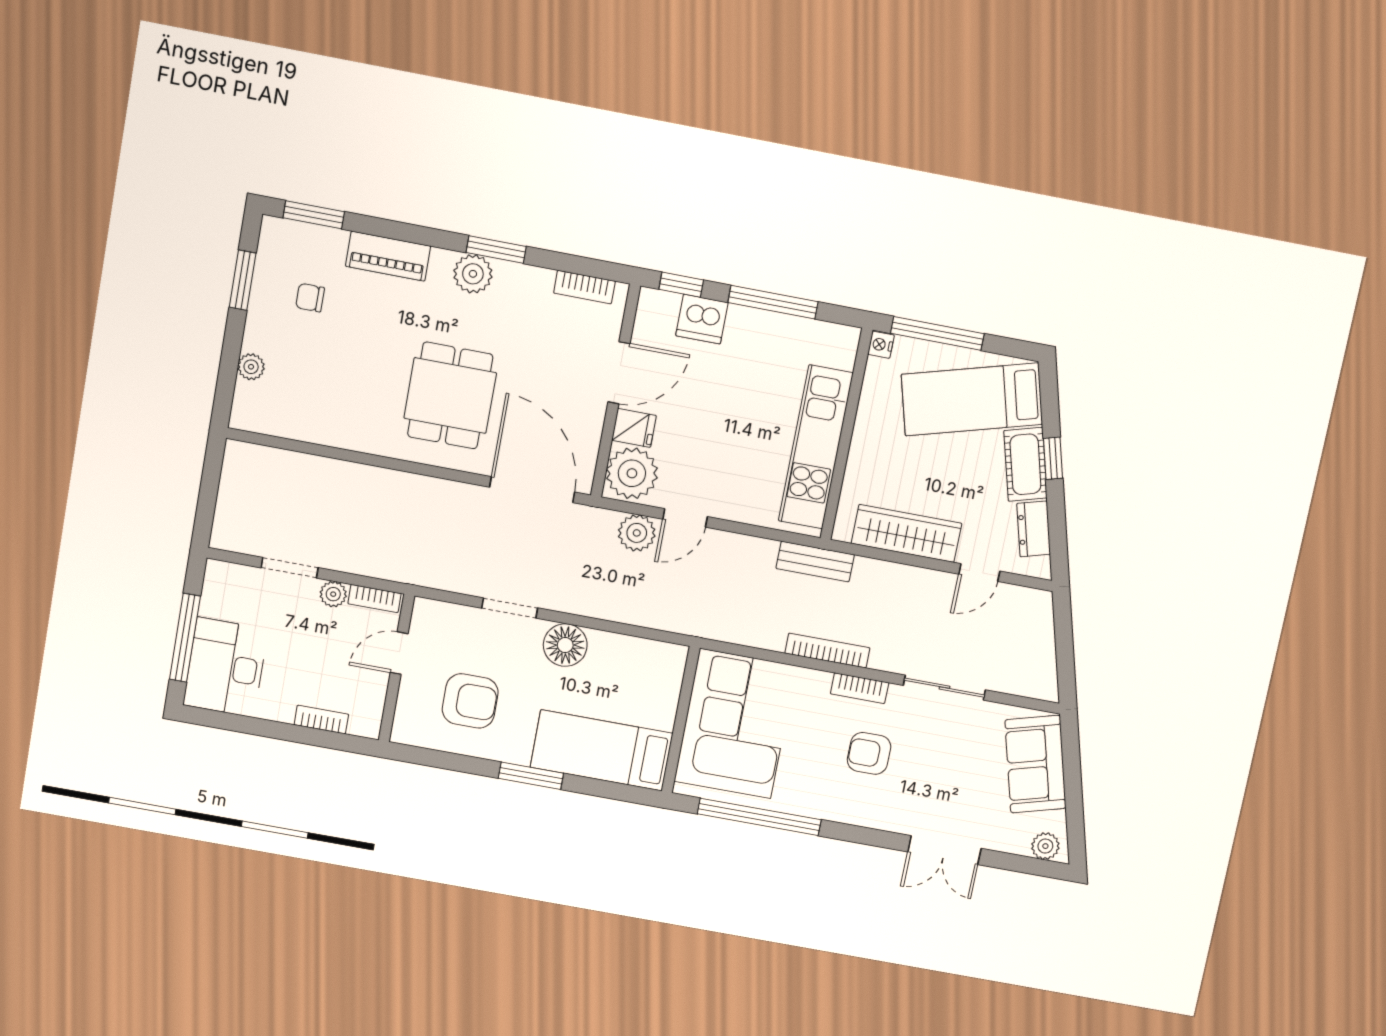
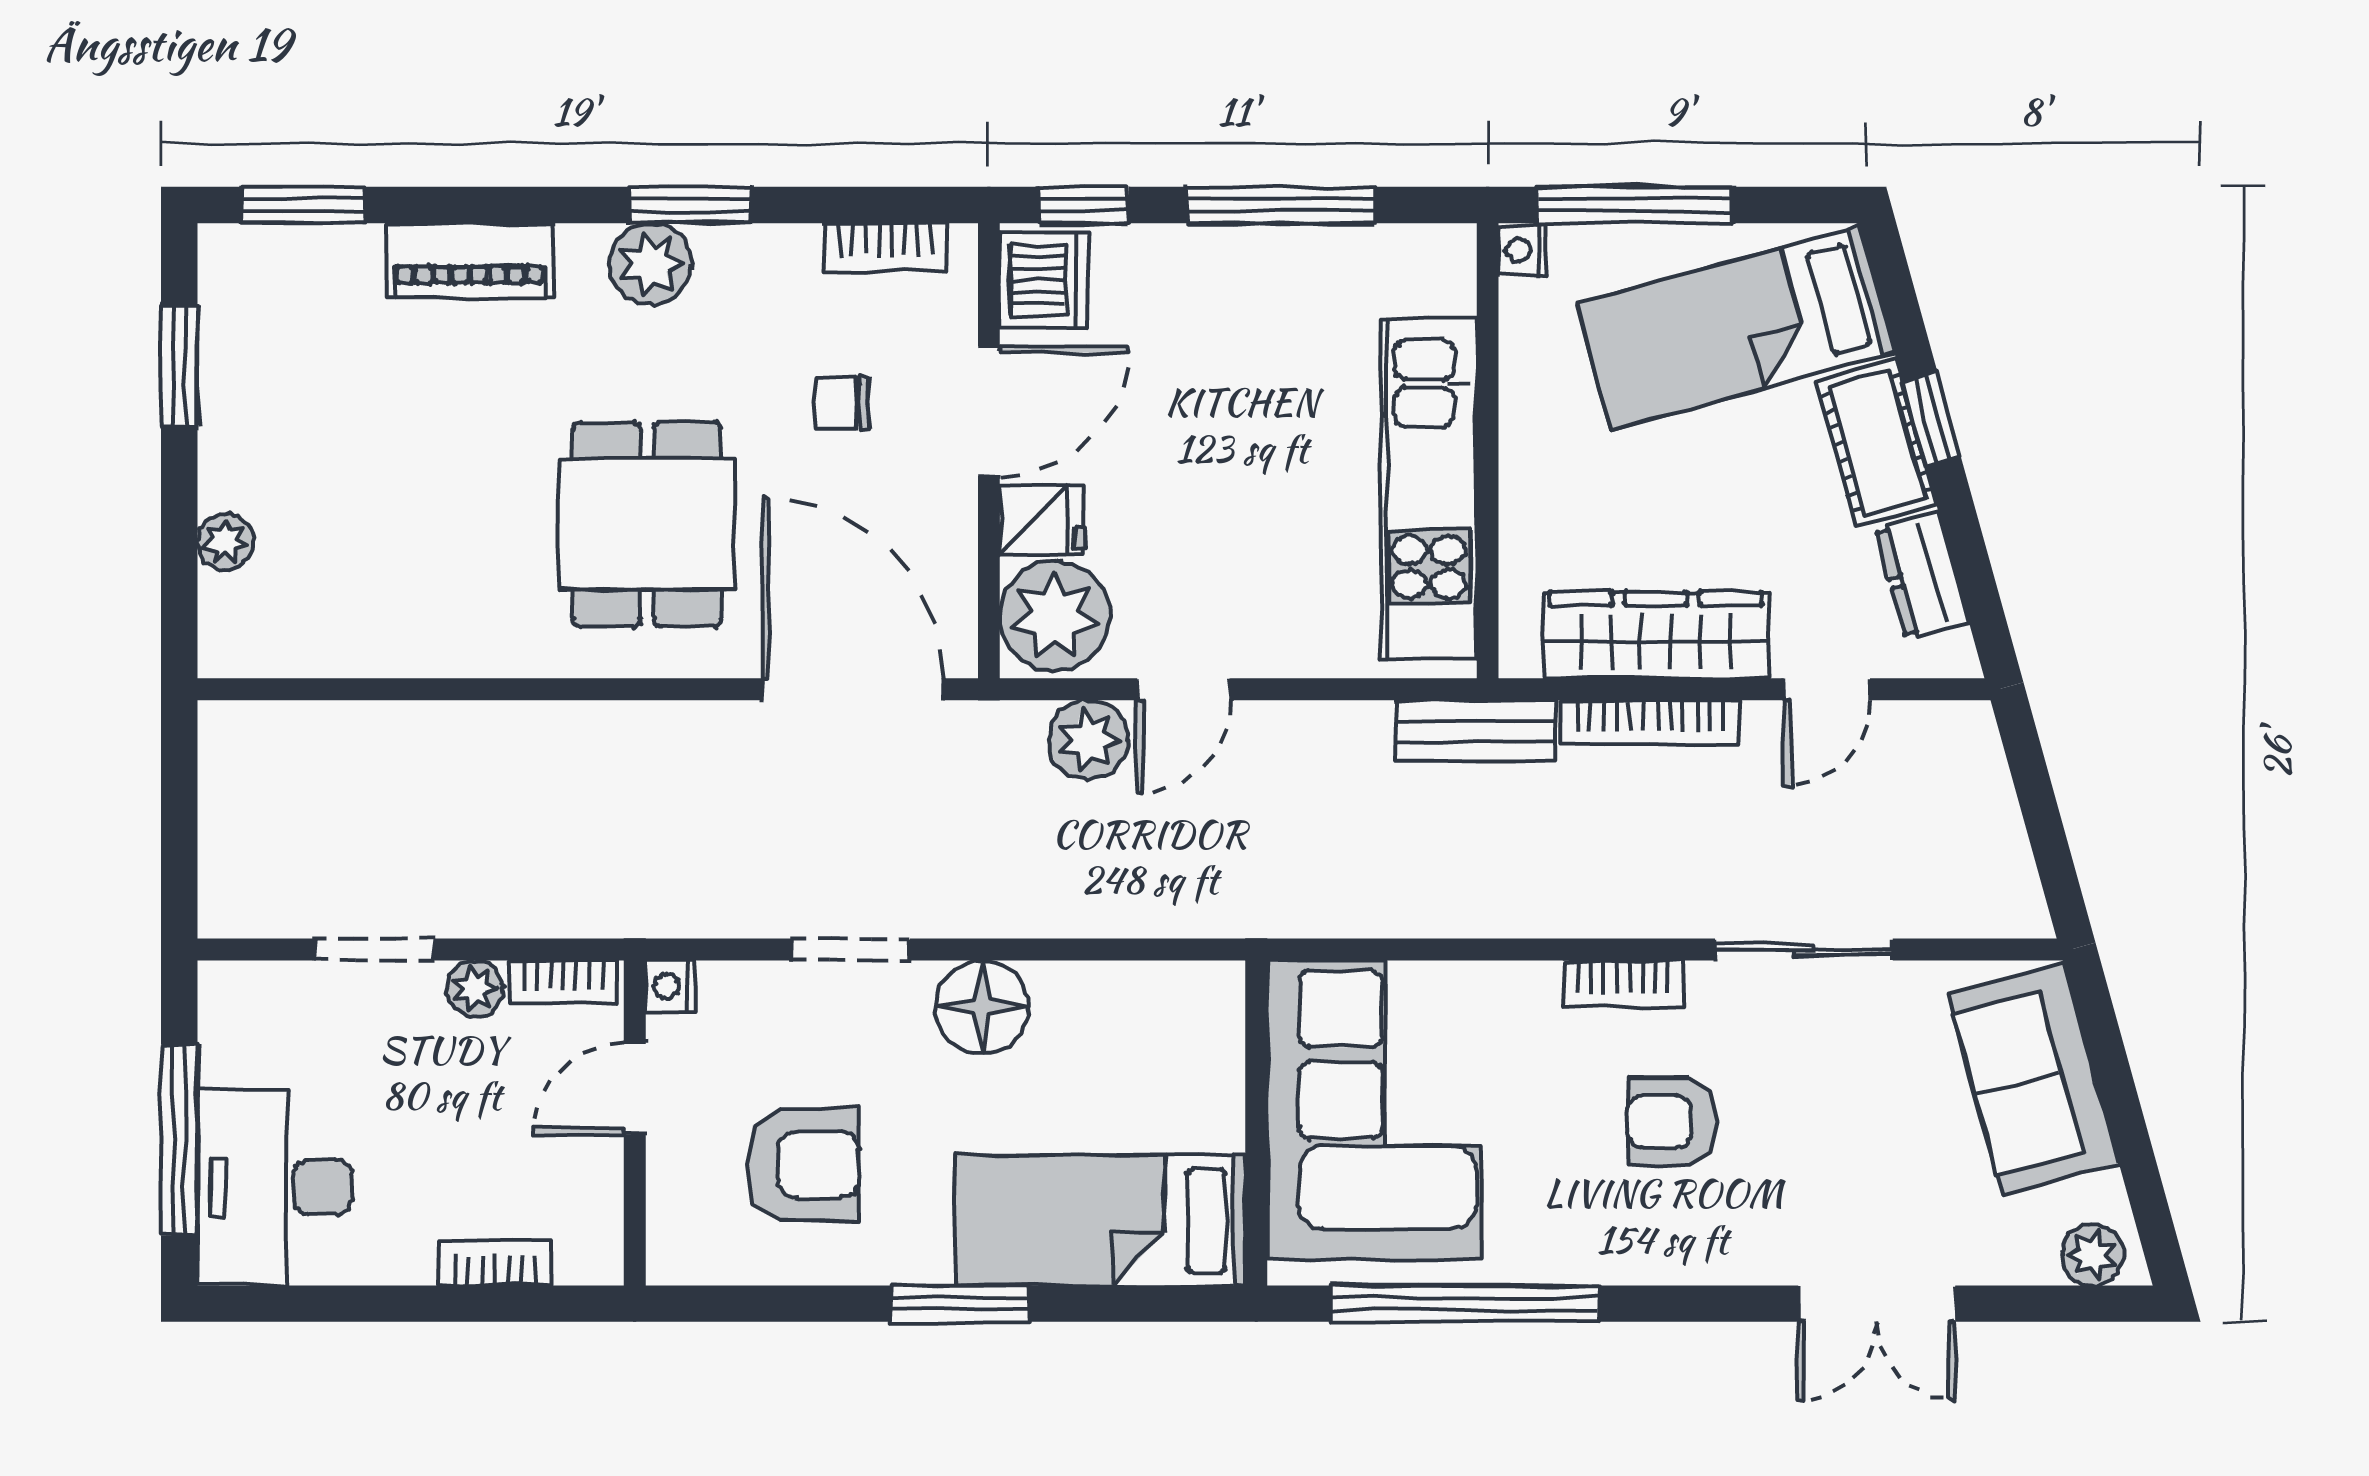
chair: (310, 298) -> (842, 403), moved
dishwasher: (702, 319) -> (1044, 280), moved, turned -90
nightstand: (424, 610) -> (670, 987), added
bookcase: (827, 651) -> (1650, 723), moved, turned 180

